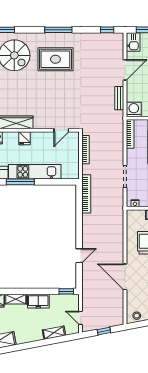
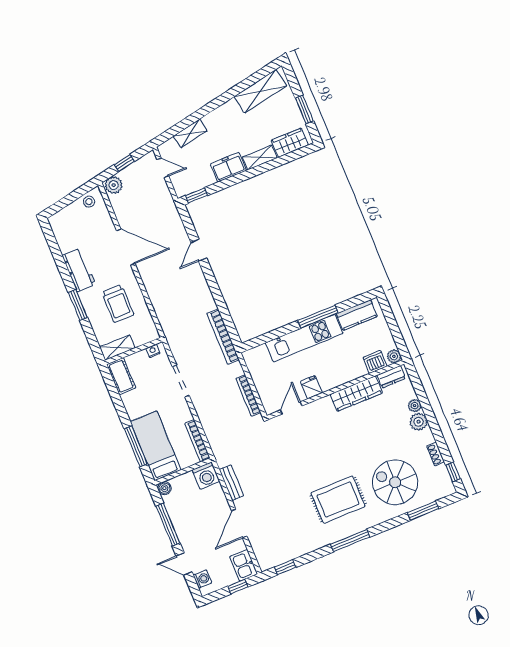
fridge: (25, 138) -> (311, 387), moved
plant: (117, 320) -> (114, 185), added

